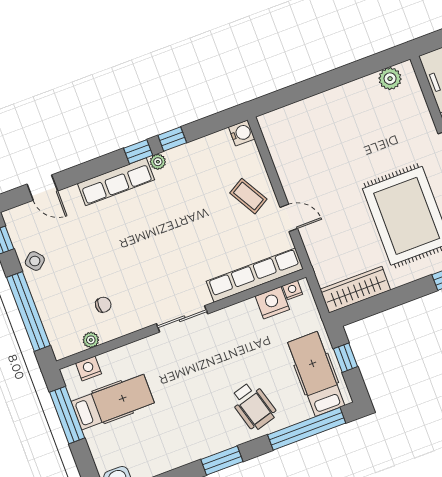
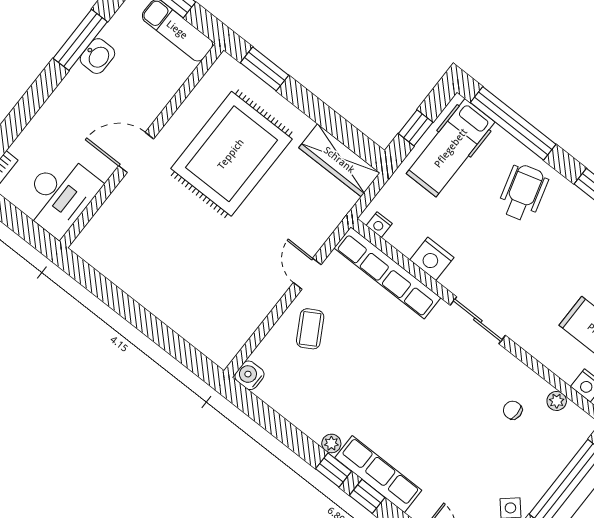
plant: (390, 79) -> (101, 257), removed
window: (172, 139) -> (367, 496), moved
nightstand: (272, 303) -> (432, 259), moved

